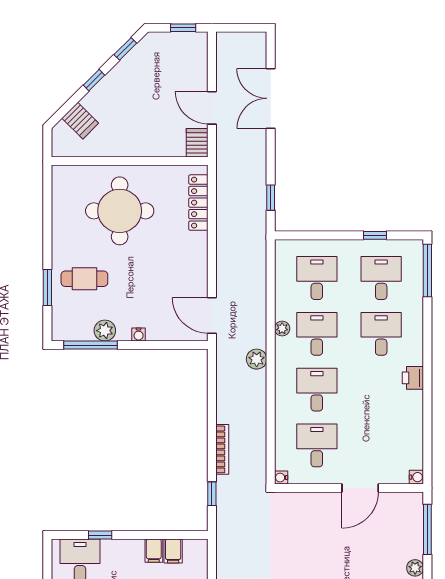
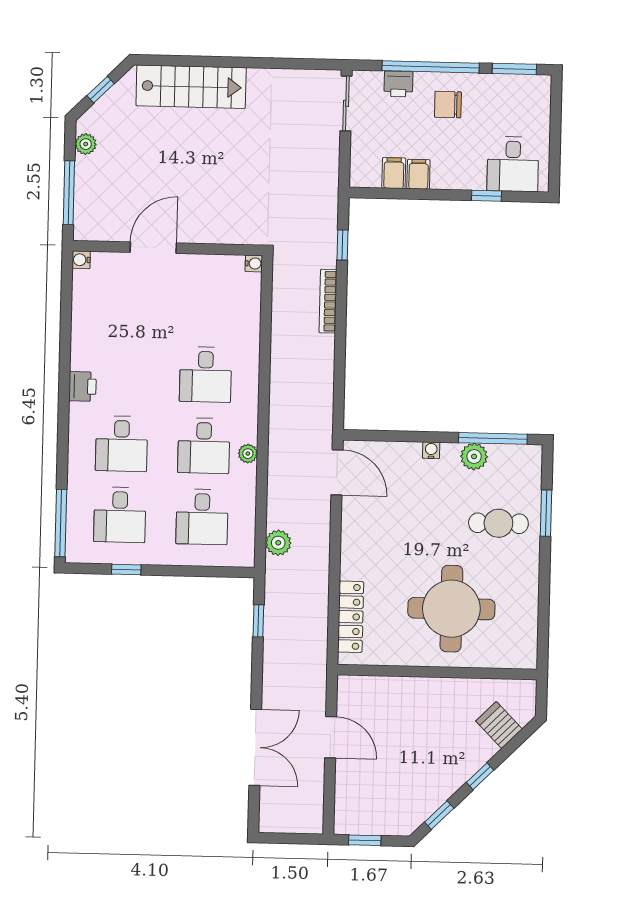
server rack: (197, 143) -> (350, 693), removed
plant: (257, 359) -> (278, 543), moved
desk: (317, 445) -> (207, 303), removed

